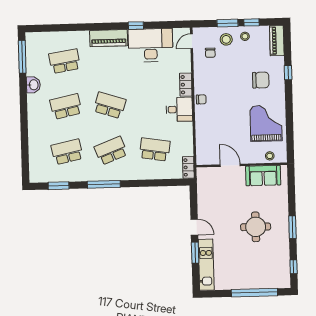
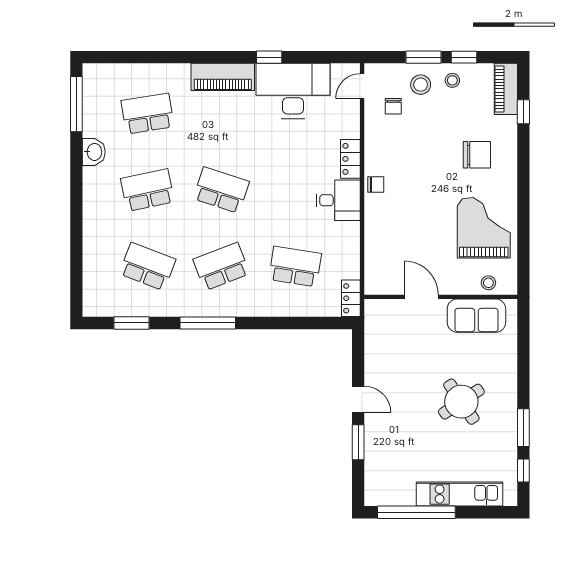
window: (288, 73) -> (523, 112), moved
school desk: (67, 152) -> (147, 267), turned 33
round table: (256, 227) -> (461, 402), turned -34
window: (292, 227) -> (523, 428), moved
kitchen unit: (206, 265) -> (459, 494), moved, turned -90
window: (254, 293) -> (416, 512), moved

